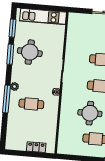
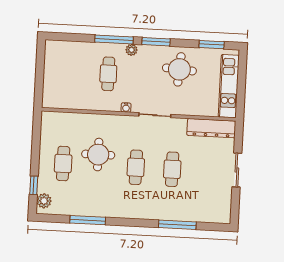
dresser: (73, 30) -> (211, 128), added
window: (10, 54) -> (156, 42), moved
locker: (36, 147) -> (49, 82), removed

